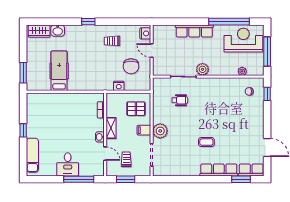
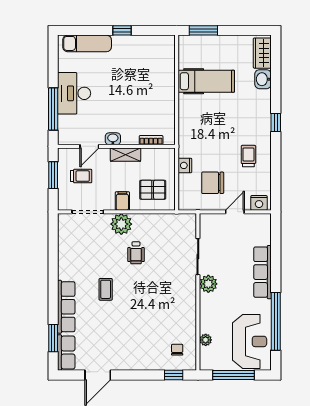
wheelchair: (180, 100) -> (136, 253), moved
pallet: (136, 109) -> (153, 190), turned 90
desk: (68, 164) -> (74, 93), width x1.37

